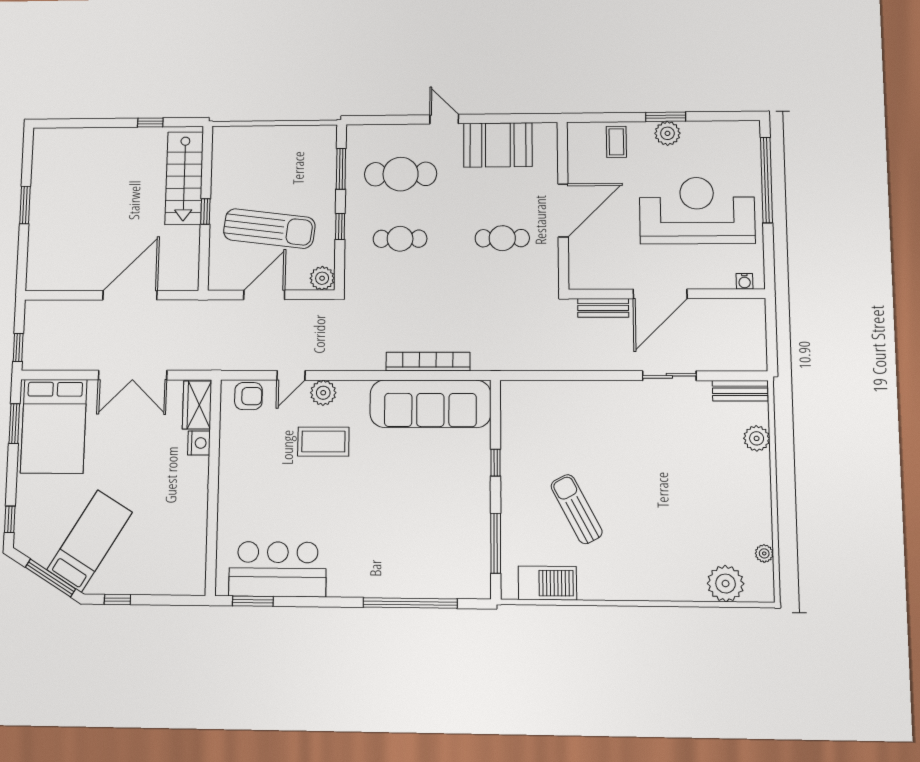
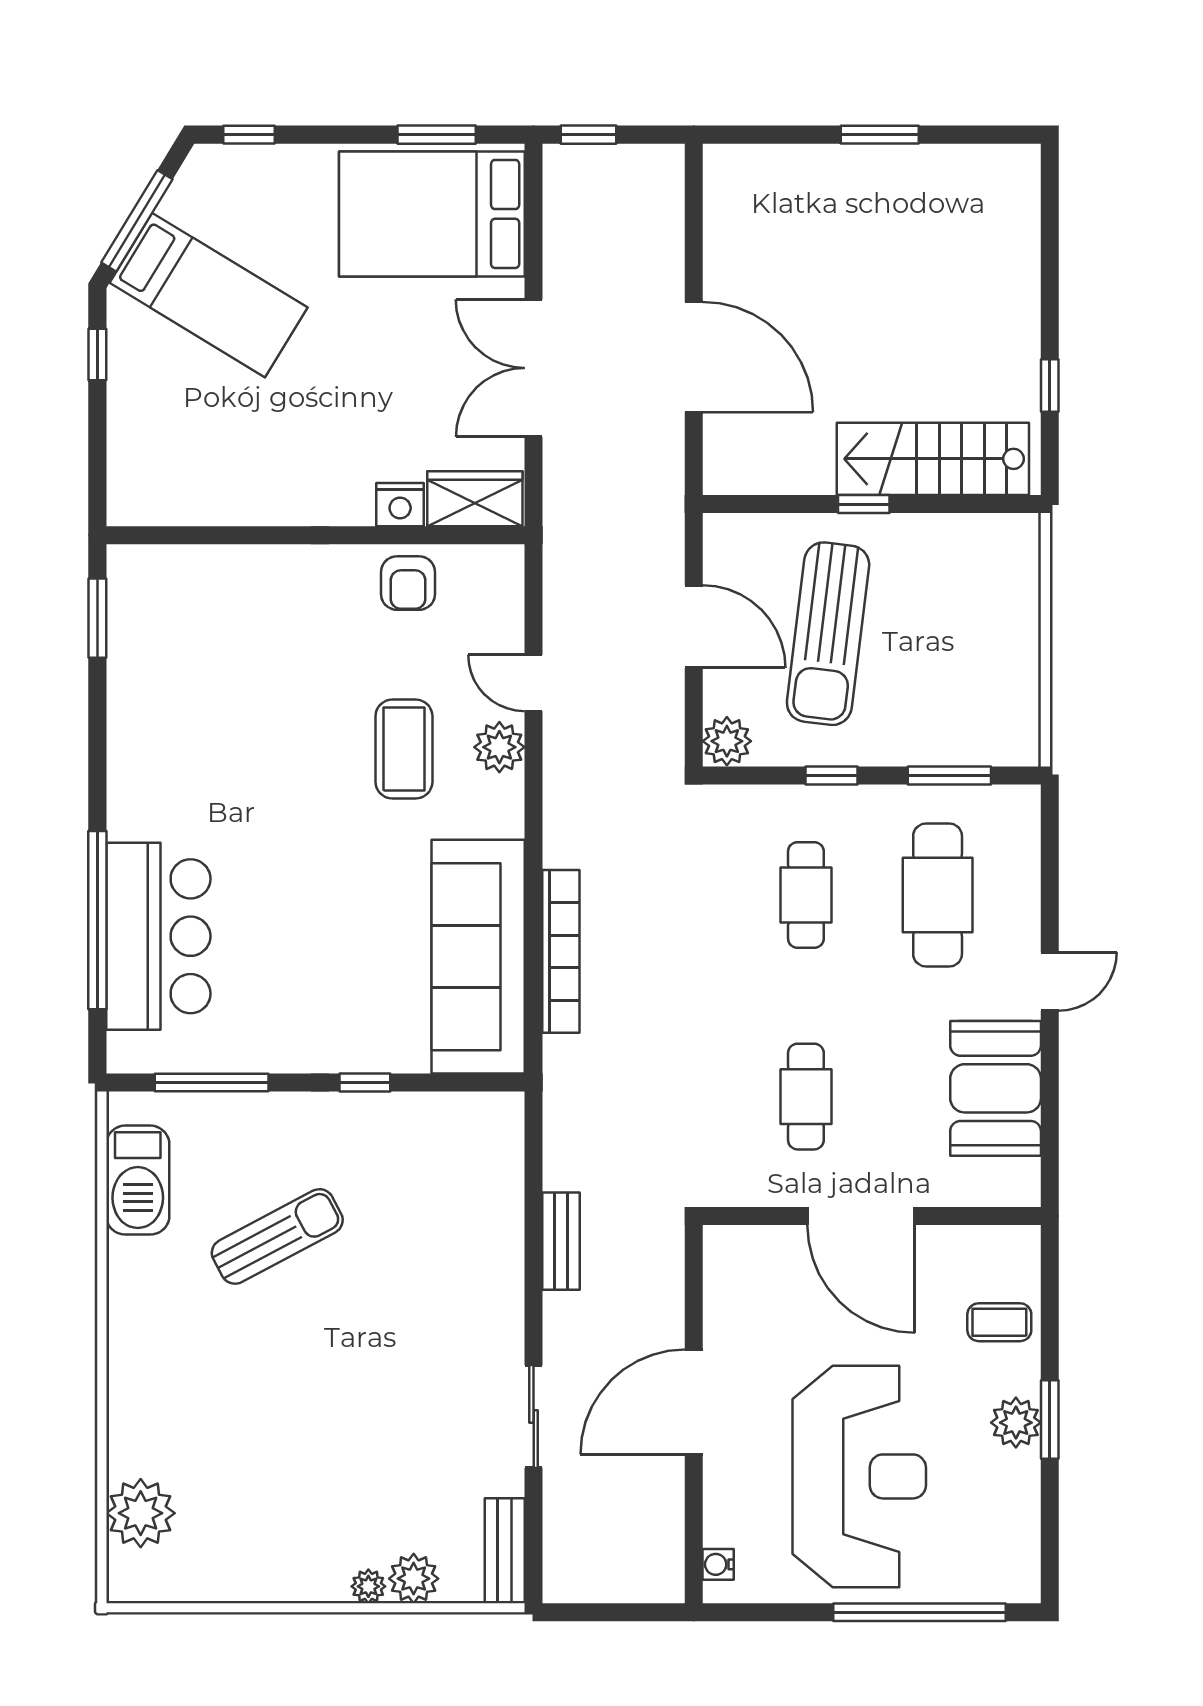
door: (660, 294) -> (694, 1402), hinge flipped
bench: (603, 308) -> (561, 1241), moved
armchair: (248, 396) -> (408, 583), moved
plant: (764, 553) -> (368, 1586), moved
bar counter: (277, 569) -> (158, 936), moved

